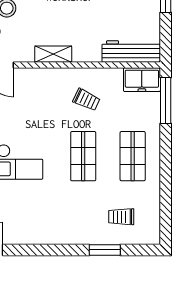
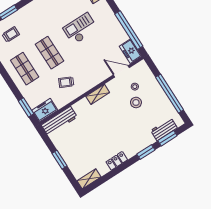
window: (166, 100) -> (26, 107), width x0.69

